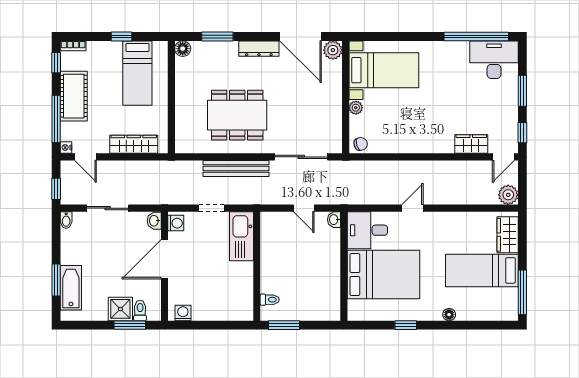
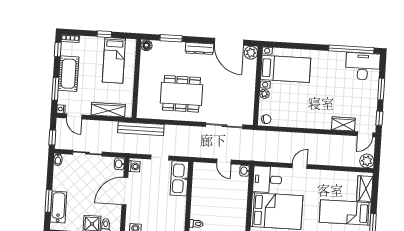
window: (56, 119) -> (55, 89), width x0.69
bench: (236, 168) -> (141, 129), moved

